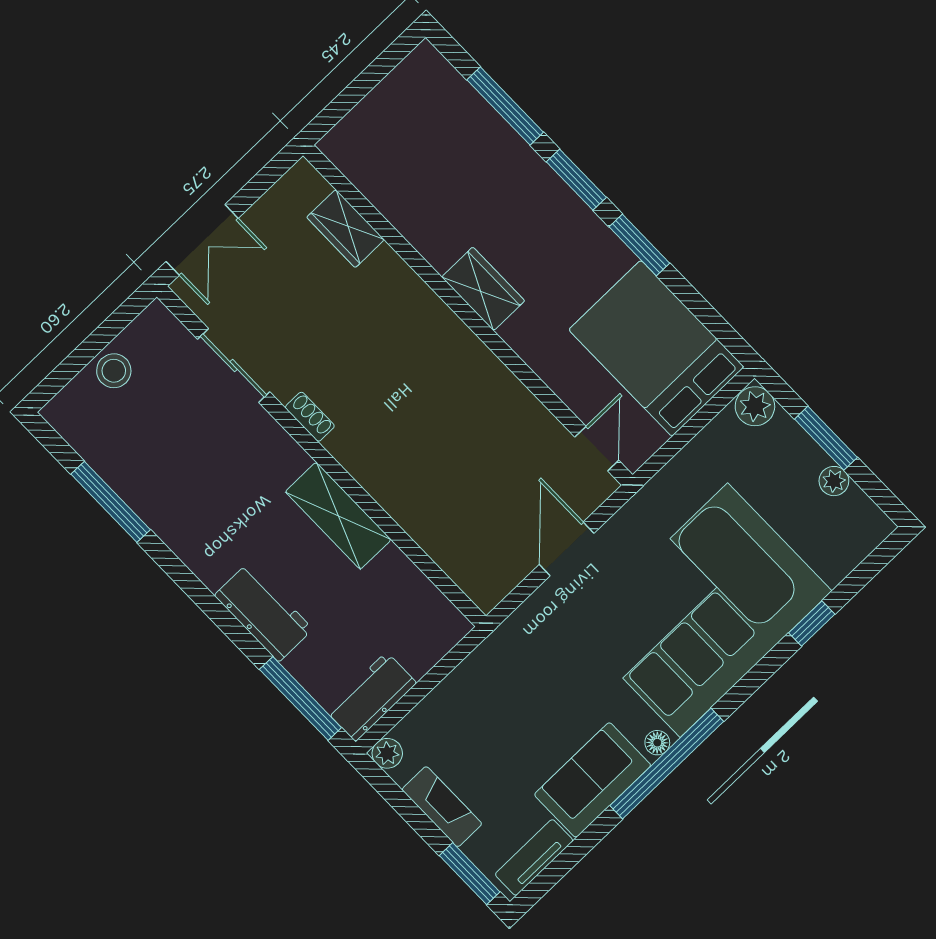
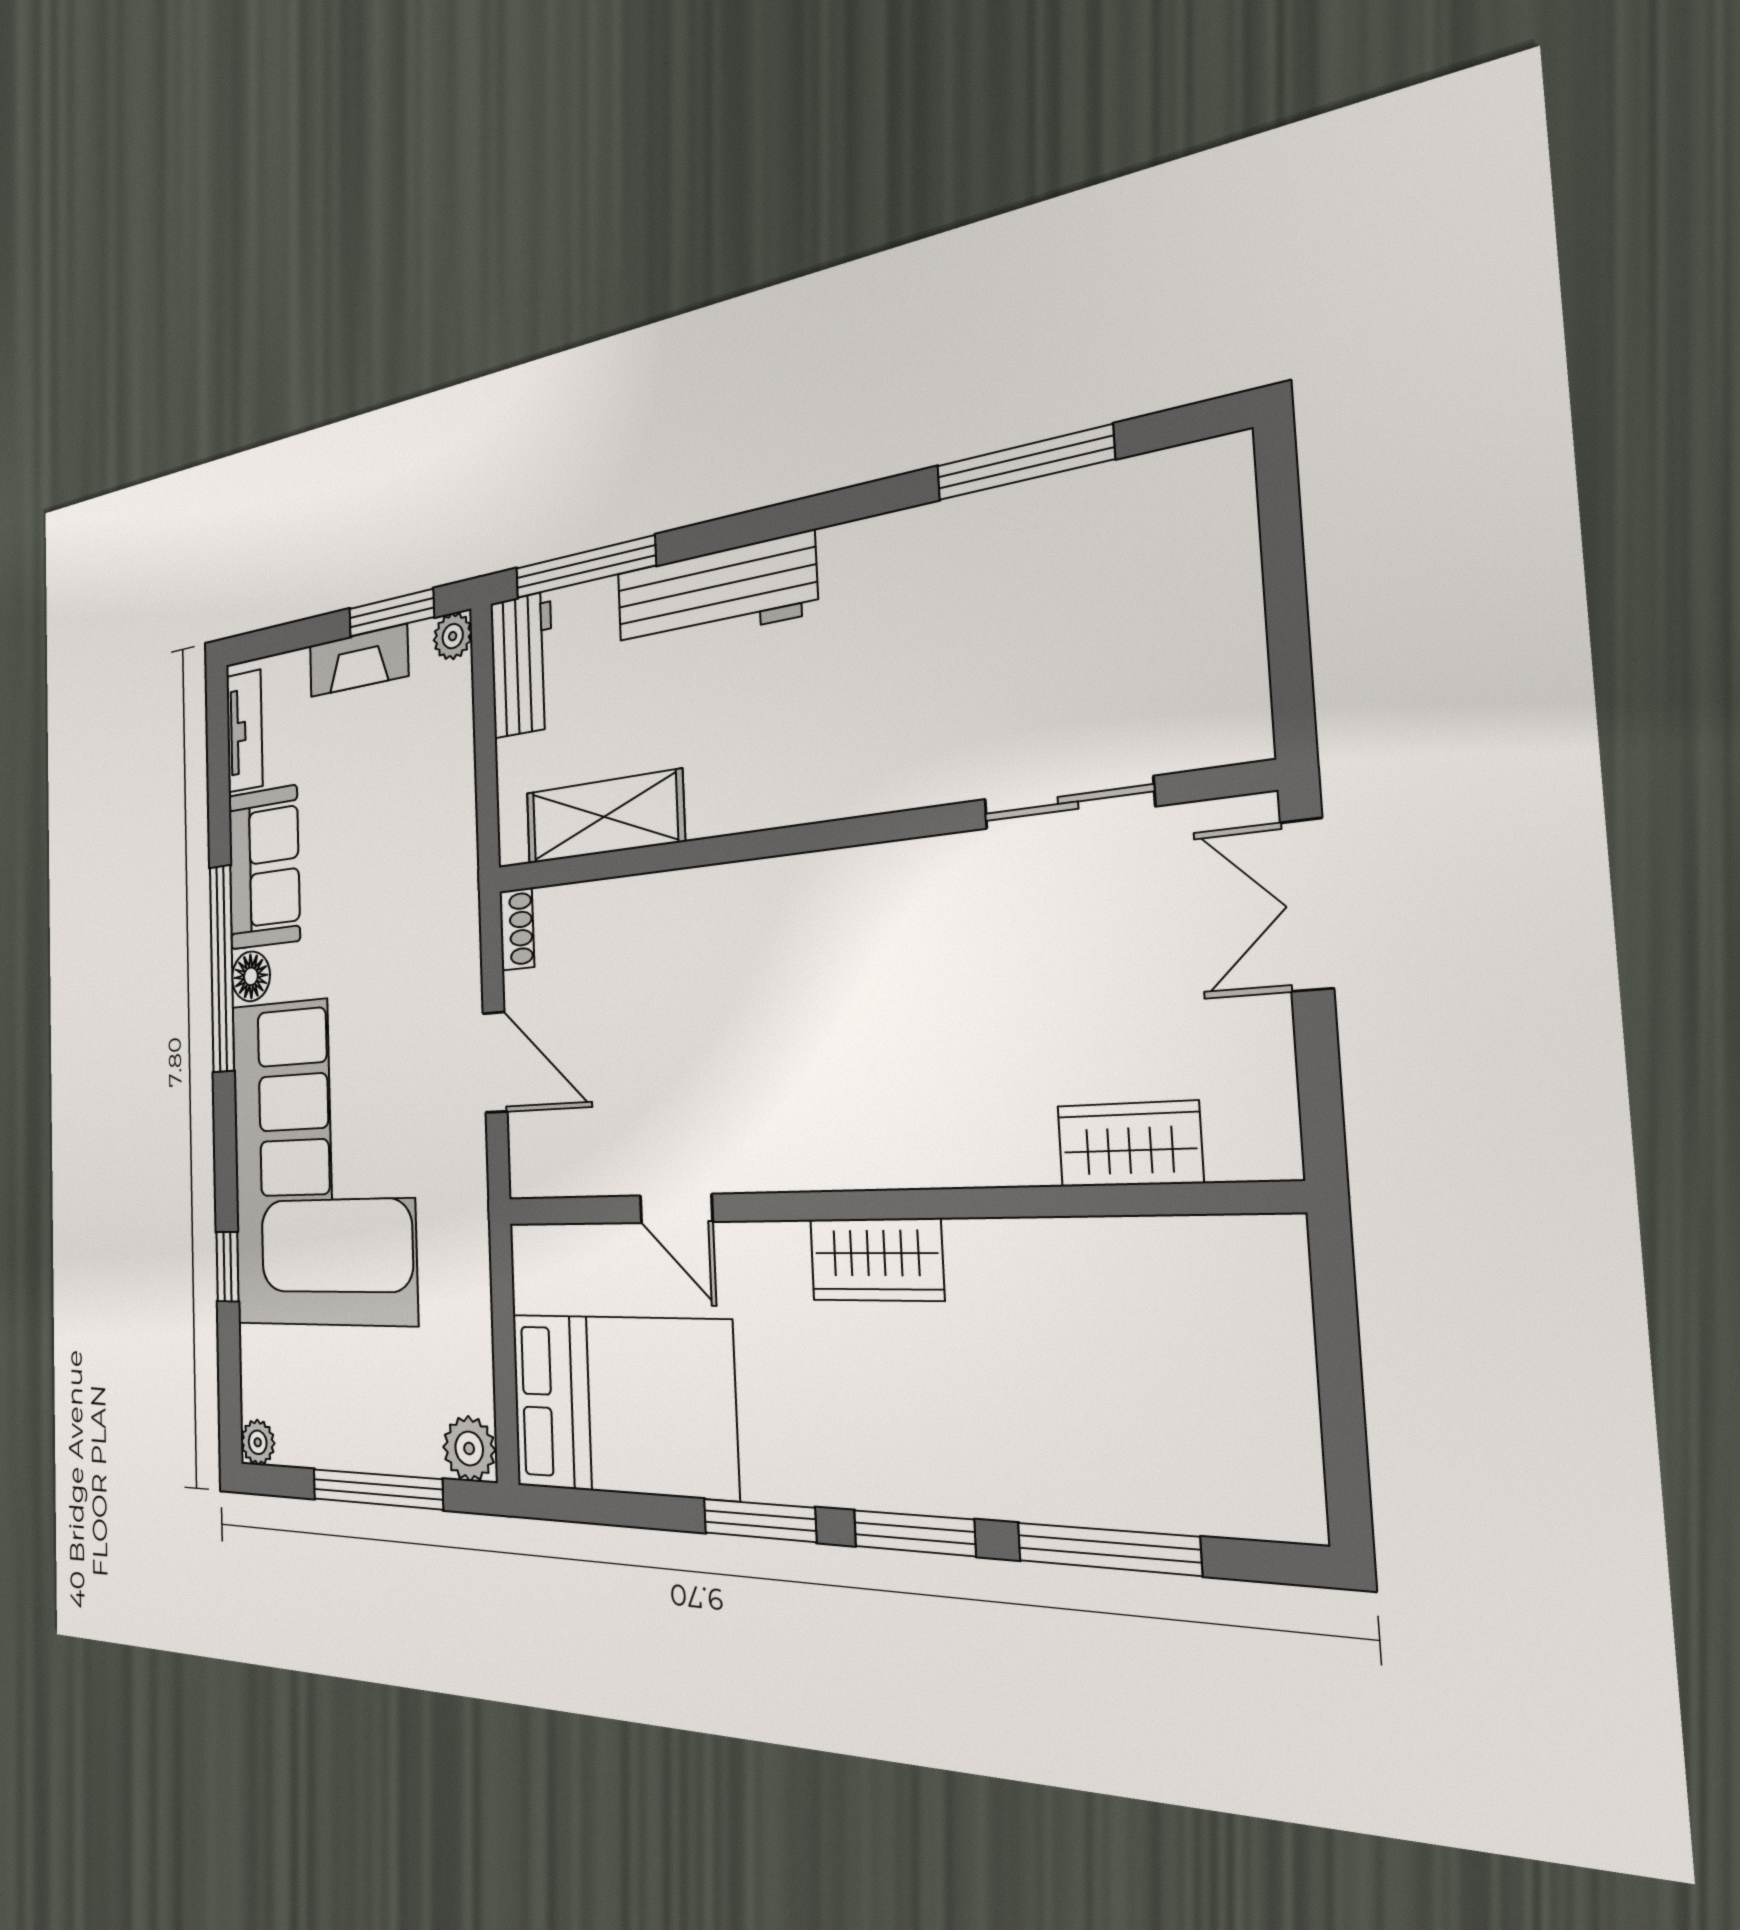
stool: (114, 371) -> (1216, 603), removed
shoe rack: (310, 417) -> (517, 929), moved, turned -90
window: (826, 438) -> (377, 1489), width x1.44
door: (597, 449) -> (676, 1209), moved
plant: (834, 481) -> (258, 1442), moved
shelving: (338, 516) -> (604, 817), moved
workbench: (264, 612) -> (715, 593), width x1.38
floor lamp: (657, 743) -> (251, 976), width x1.37, depth x1.37
window: (470, 874) -> (391, 613), moved

